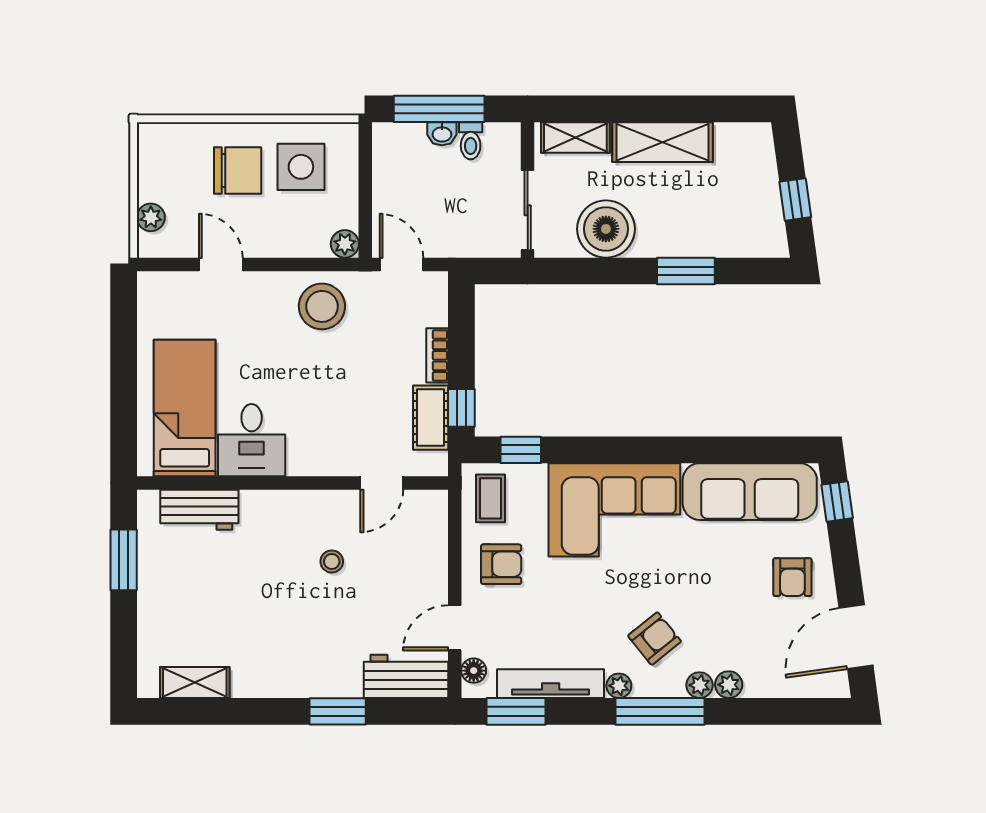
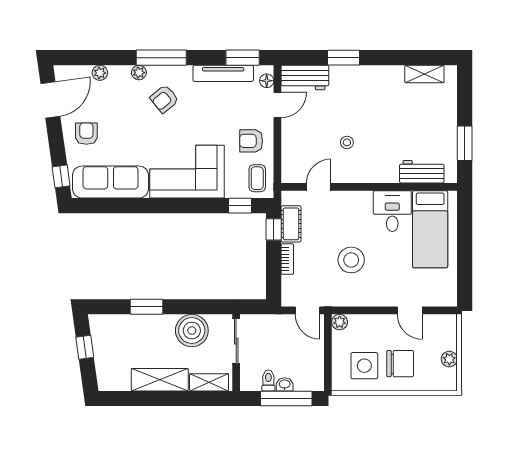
chair: (238, 171) -> (400, 364), turned 180
plant: (151, 217) -> (449, 359), moved
stool: (322, 306) -> (351, 260), moved
plant: (729, 685) -> (100, 73), moved
plant: (619, 686) -> (185, 72), removed

